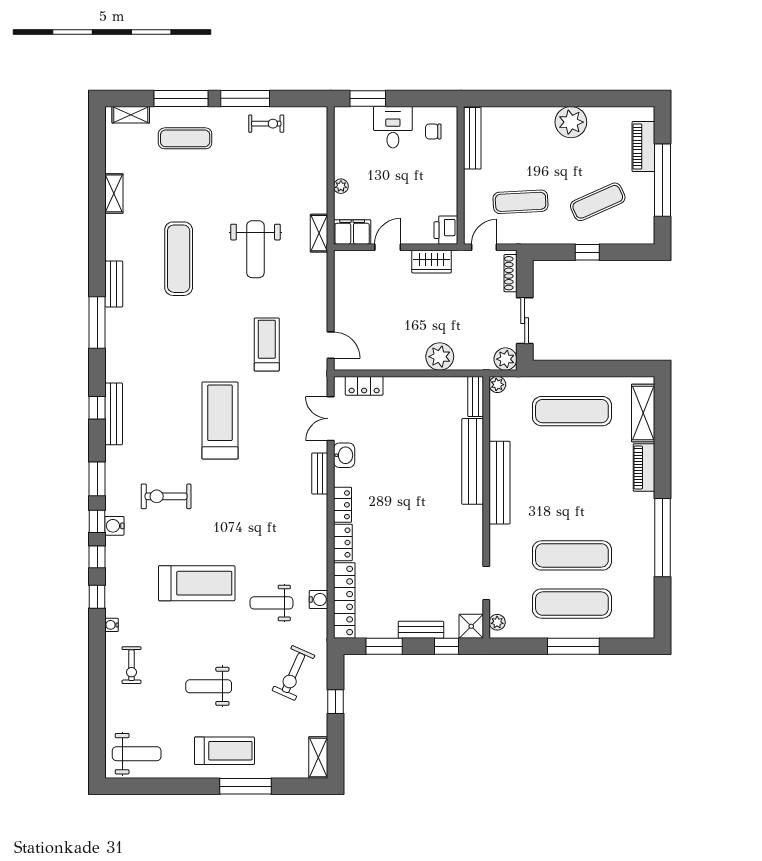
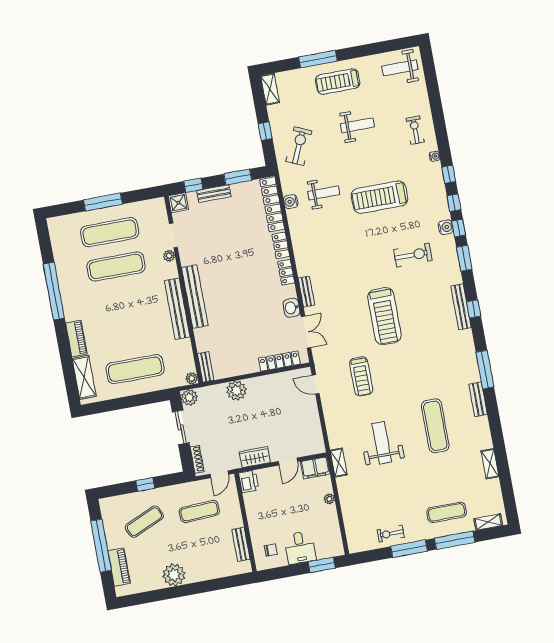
bench: (472, 138) -> (241, 544), width x0.73
locker: (364, 386) -> (279, 361), width x1.53
bench: (473, 461) -> (195, 297), moved
plant: (497, 622) -> (169, 256), moved

